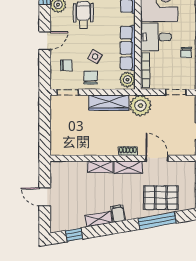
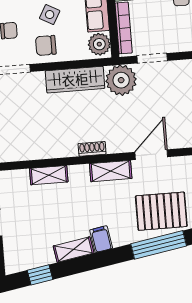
chair: (91, 78) -> (46, 45), turned -90
doorway: (176, 92) -> (152, 58), moved
shoe rack: (128, 151) -> (92, 149), moved
door: (157, 158) -> (151, 155), hinge flipped
shelving: (100, 167) -> (49, 175), moved

